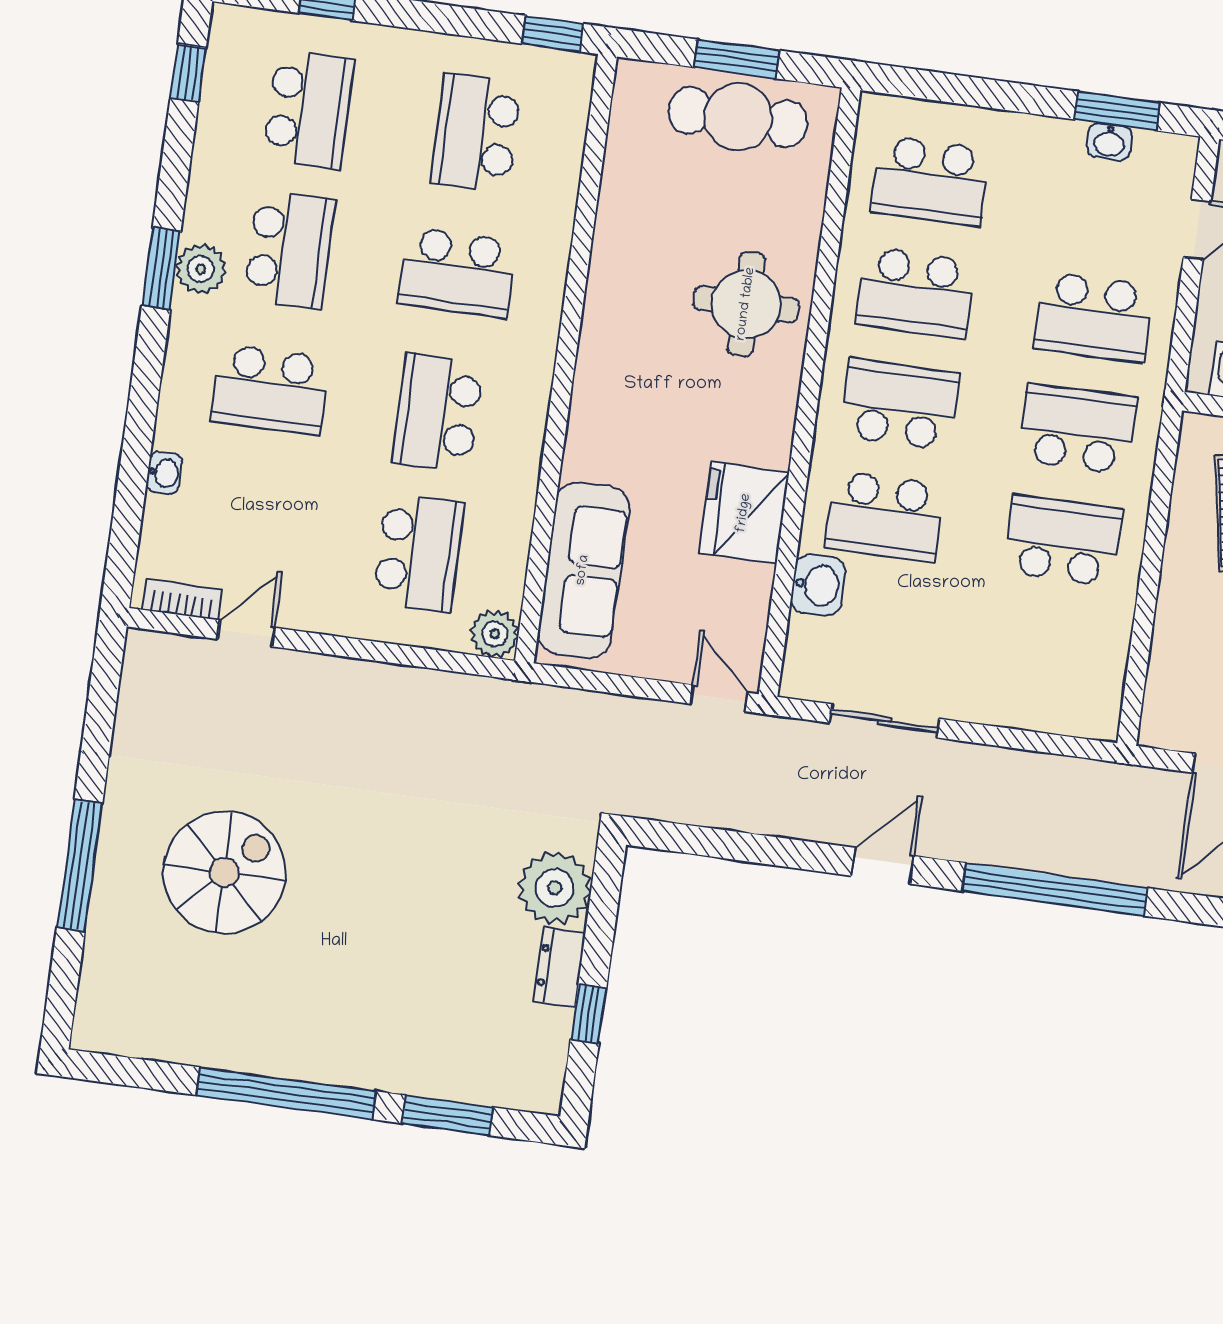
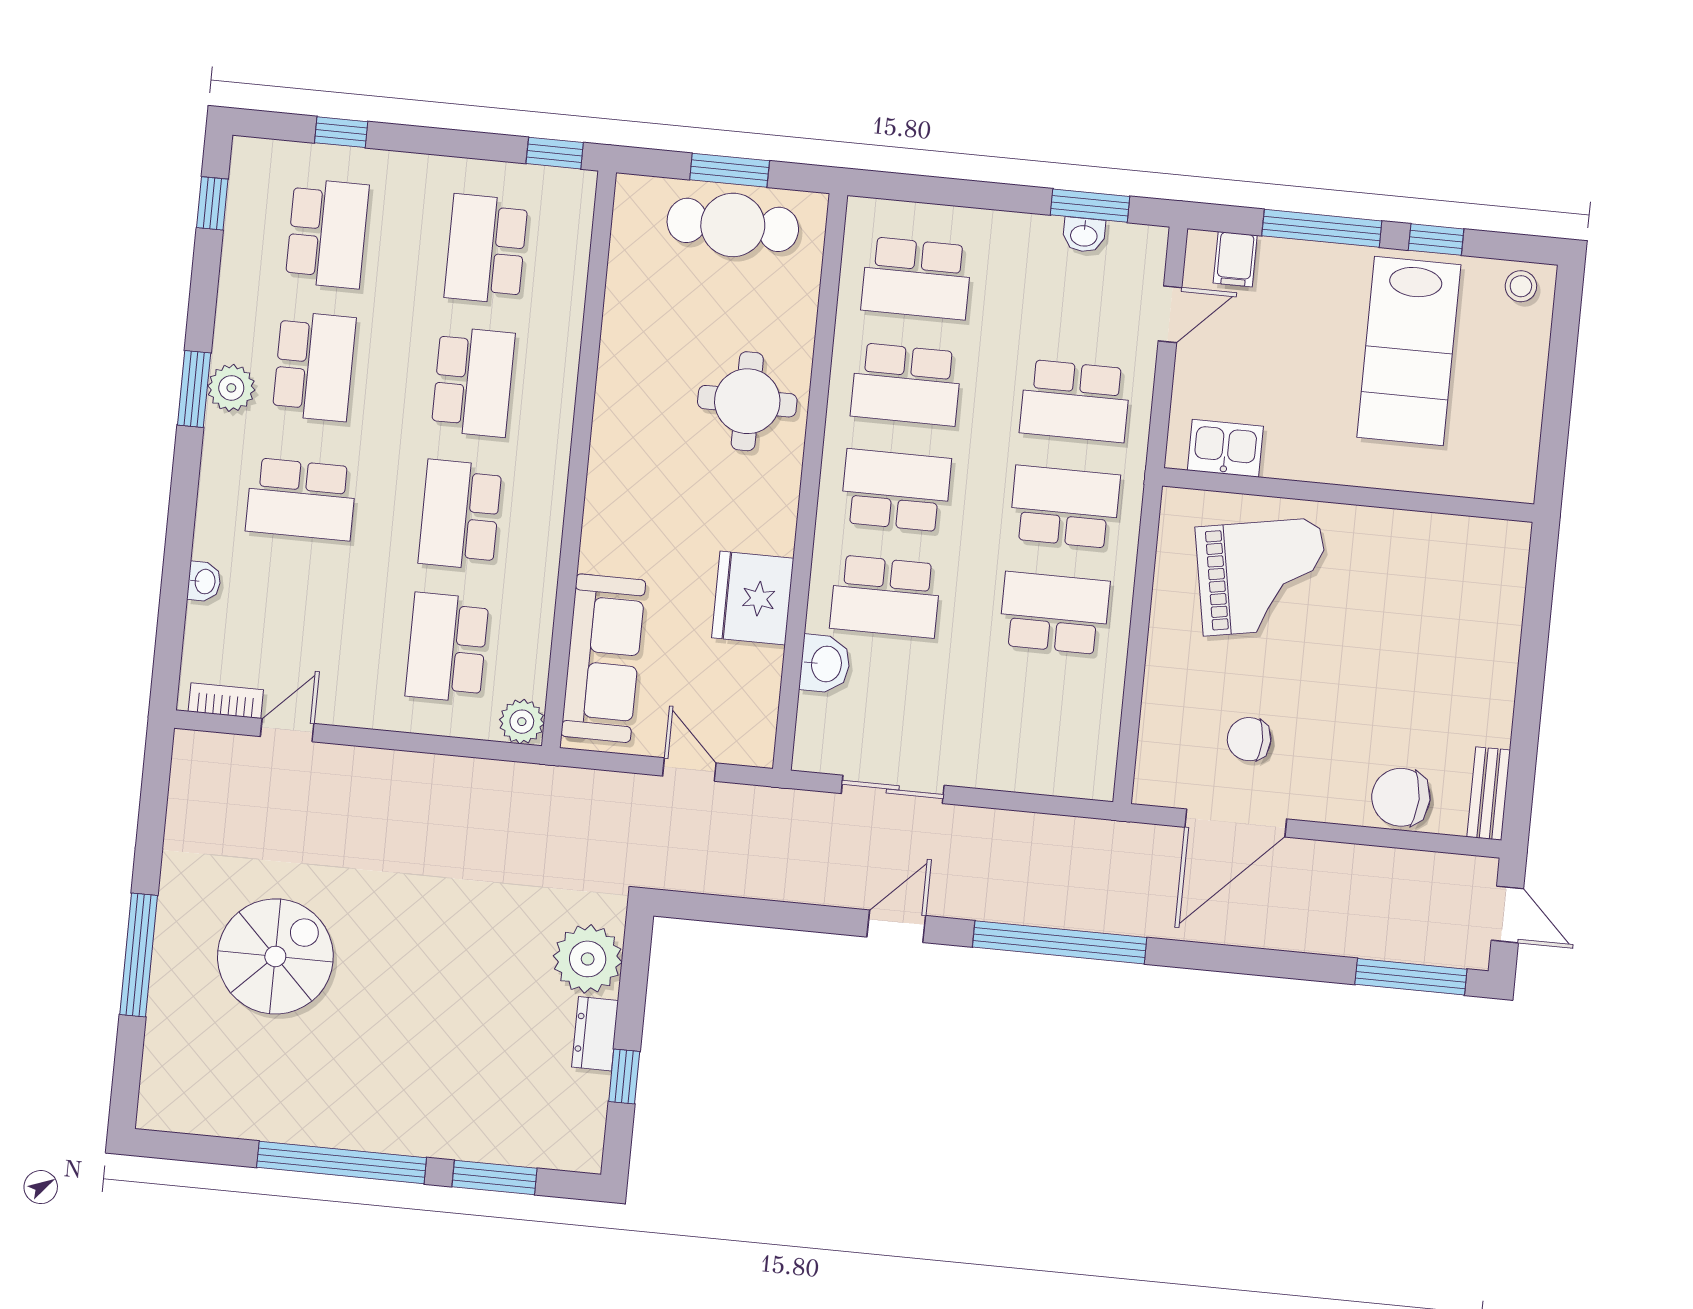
school desk: (457, 272) -> (473, 382), turned -90
school desk: (419, 553) -> (447, 648), turned 180
door: (719, 698) -> (689, 770), moved

